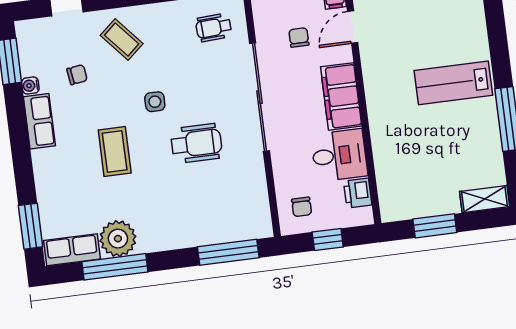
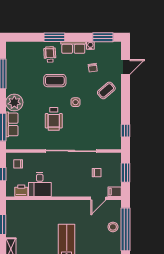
door: (353, 27) -> (98, 198), swing flipped
wheelchair: (214, 28) -> (50, 54), moved
filing cabinet: (341, 96) -> (67, 189), removed
window: (31, 226) -> (54, 37), moved
plant: (118, 239) -> (14, 102), moved
row of seats: (72, 250) -> (12, 124), moved

